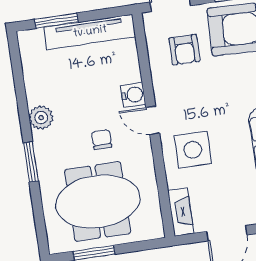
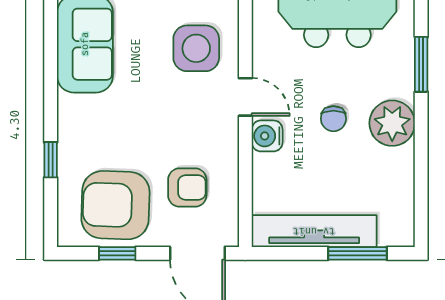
armchair: (184, 50) -> (187, 188), turned 90
plant: (41, 118) -> (392, 123), width x1.36, depth x1.36
chair: (102, 139) -> (333, 119), moved

